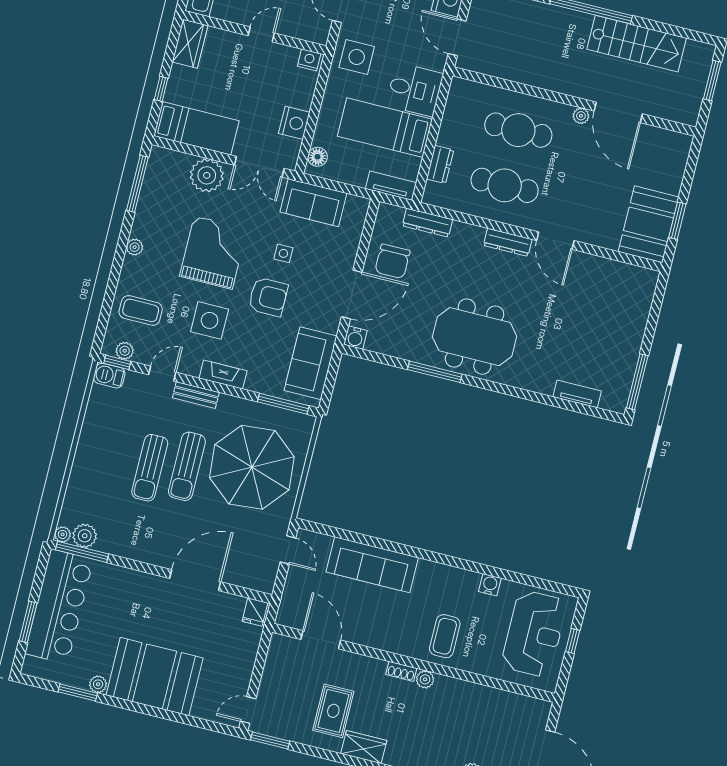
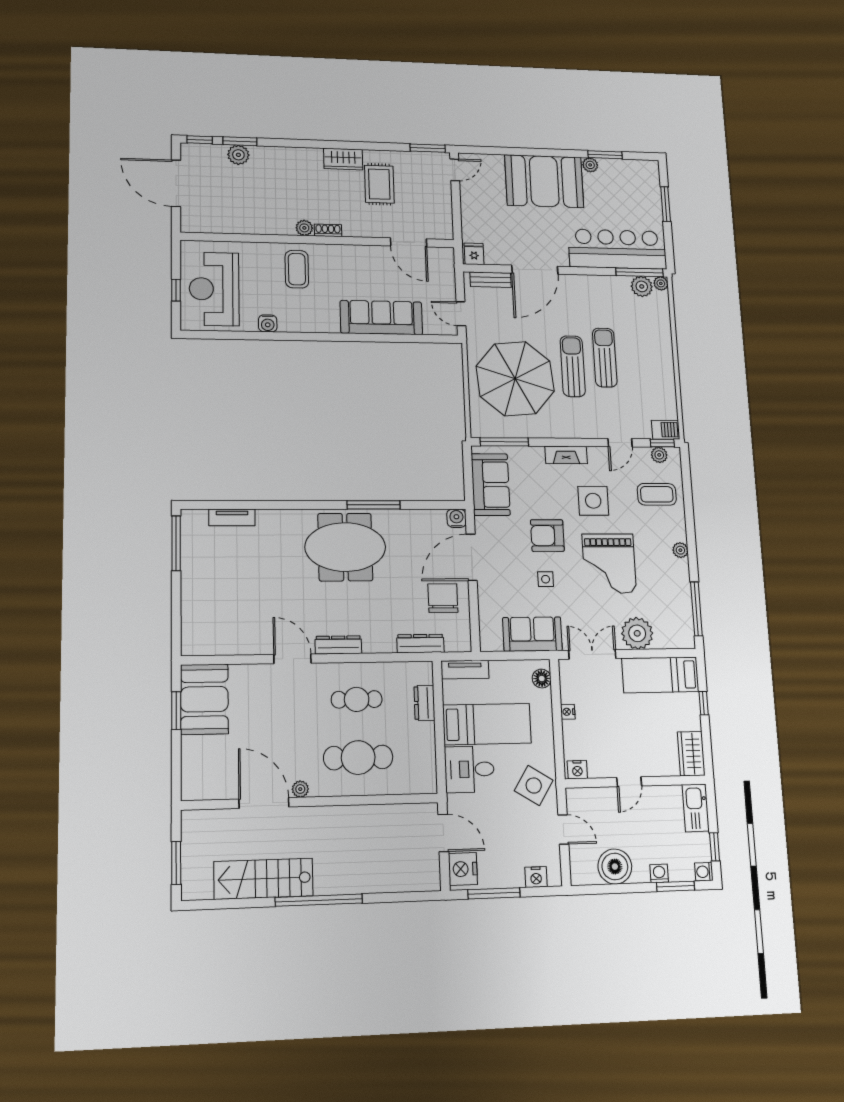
side table: (357, 57) -> (534, 786), turned 32
nightstand: (294, 123) -> (568, 712), width x0.53, depth x0.56
cafe table: (505, 185) -> (357, 699), width x0.73, depth x0.74
bench: (196, 395) -> (491, 280), moved
bar counter: (59, 606) -> (617, 249), moved, turned 90

